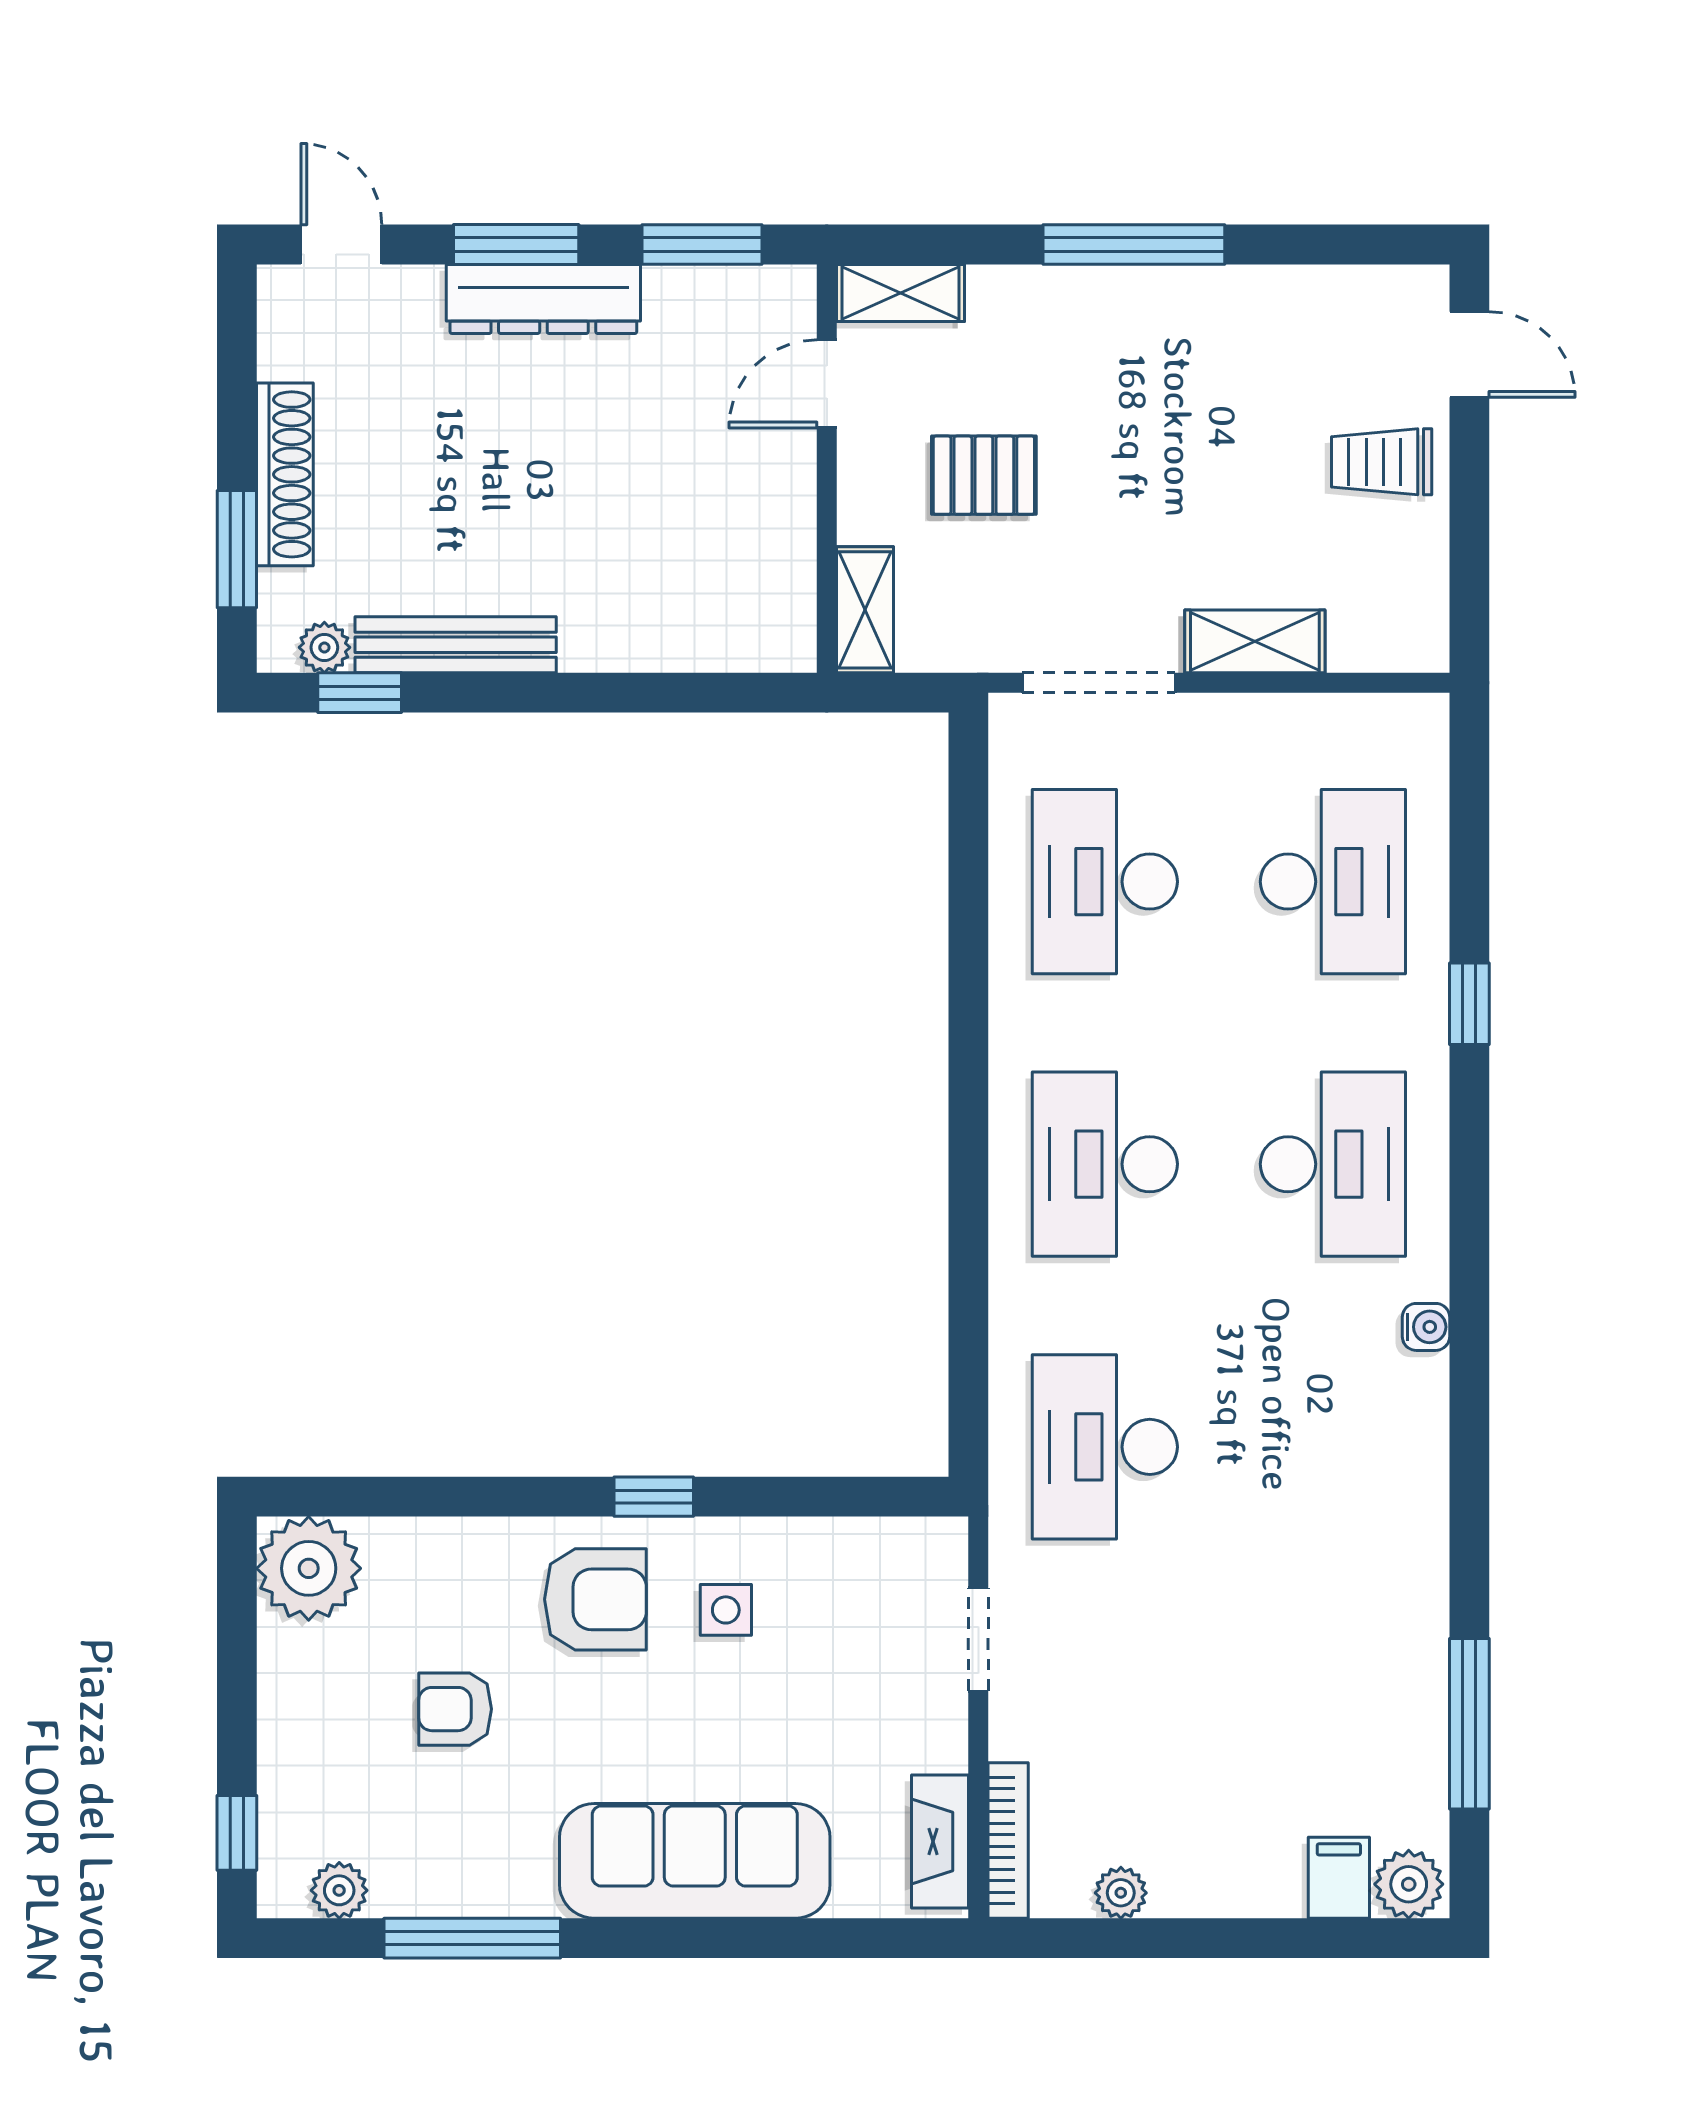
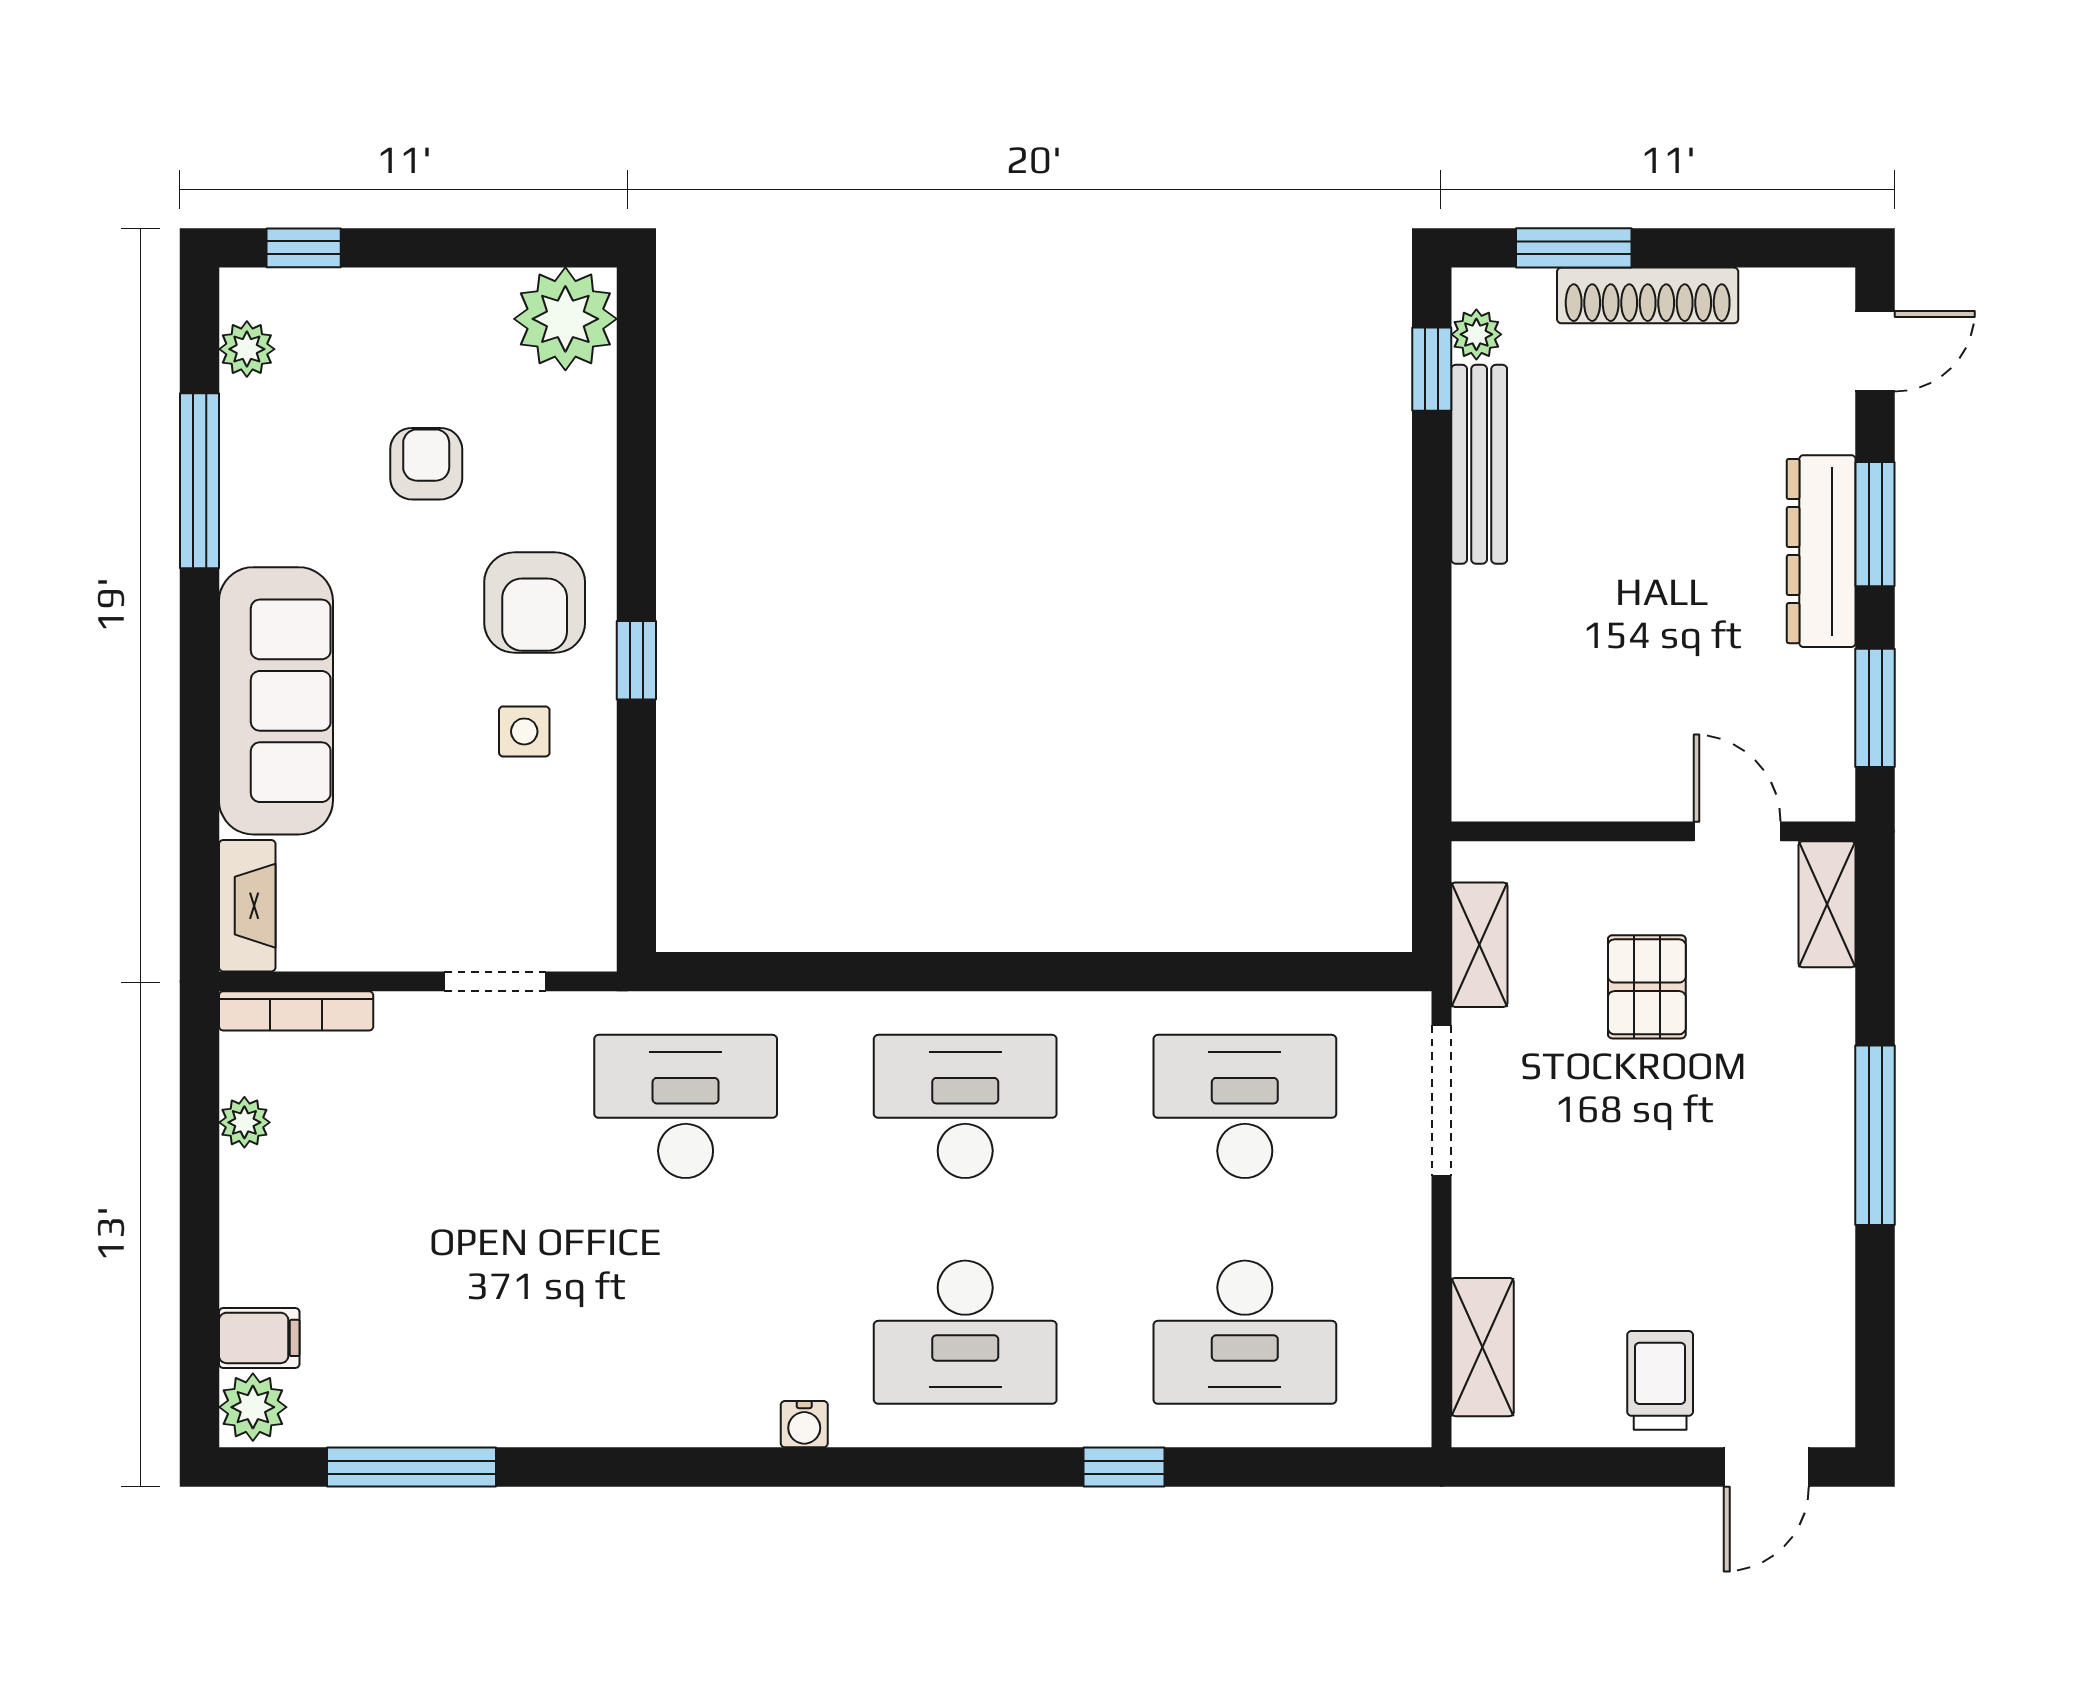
shelving: (865, 610) -> (1479, 945), moved, turned 90
shelving: (1255, 641) -> (1482, 1347), moved
fireplace: (940, 1842) -> (247, 906), moved, turned 90

